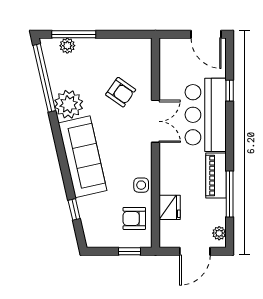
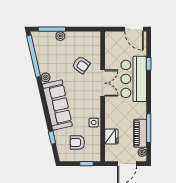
plant: (67, 46) -> (60, 36), moved
plant: (69, 104) -> (46, 77), width x0.53, depth x0.53
piano: (216, 176) -> (140, 133), moved
armchair: (134, 218) -> (77, 143), moved

